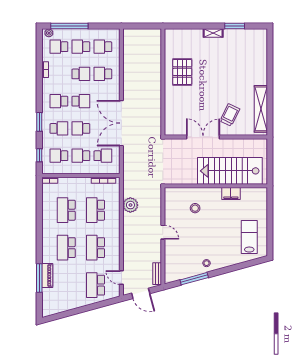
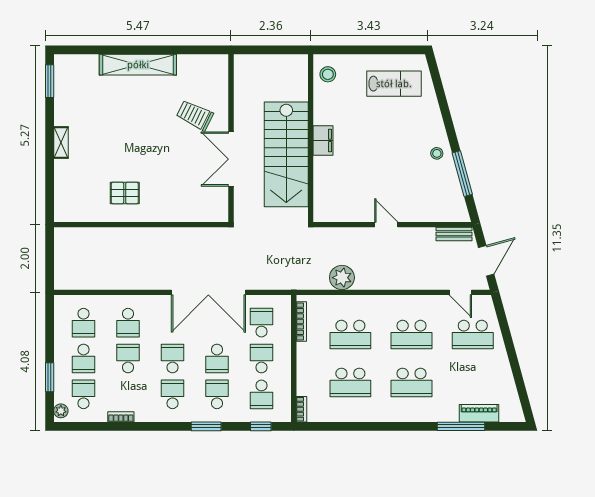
window: (69, 26) -> (50, 377), width x0.47
window: (235, 26) -> (50, 81), moved
school desk: (59, 47) -> (83, 394), turned 180
pallet: (182, 72) -> (125, 193), width x0.67, depth x0.71
school desk: (59, 101) -> (172, 394), turned 180
shelving: (261, 109) -> (138, 65), moved
school desk: (81, 156) -> (261, 359), turned 180
stairs: (230, 171) -> (286, 154), moved
filing cabinet: (231, 193) -> (323, 140), moved
stool: (195, 208) -> (328, 74), moved
door: (163, 232) -> (386, 225), hinge flipped
lab bench: (249, 237) -> (394, 84), turned 180
piano: (47, 276) -> (479, 413), moved
door: (121, 278) -> (460, 292), hinge flipped

